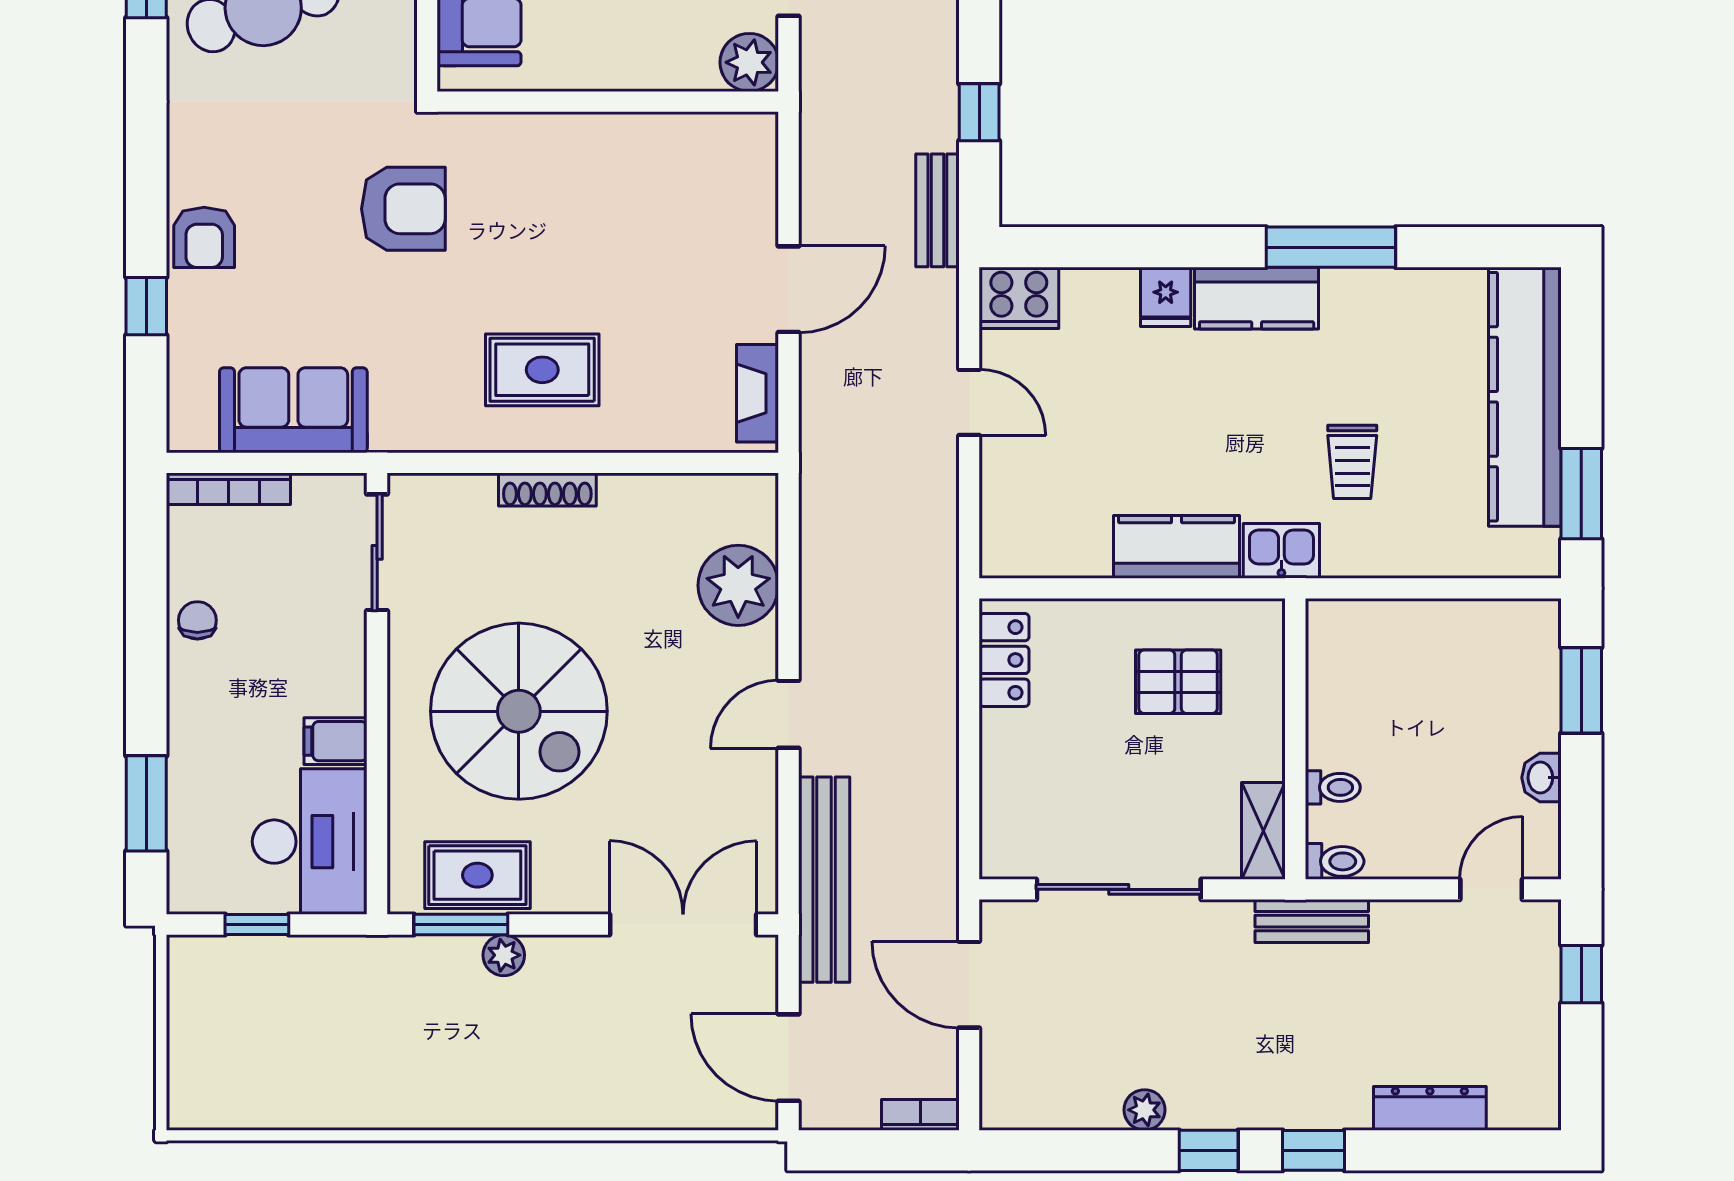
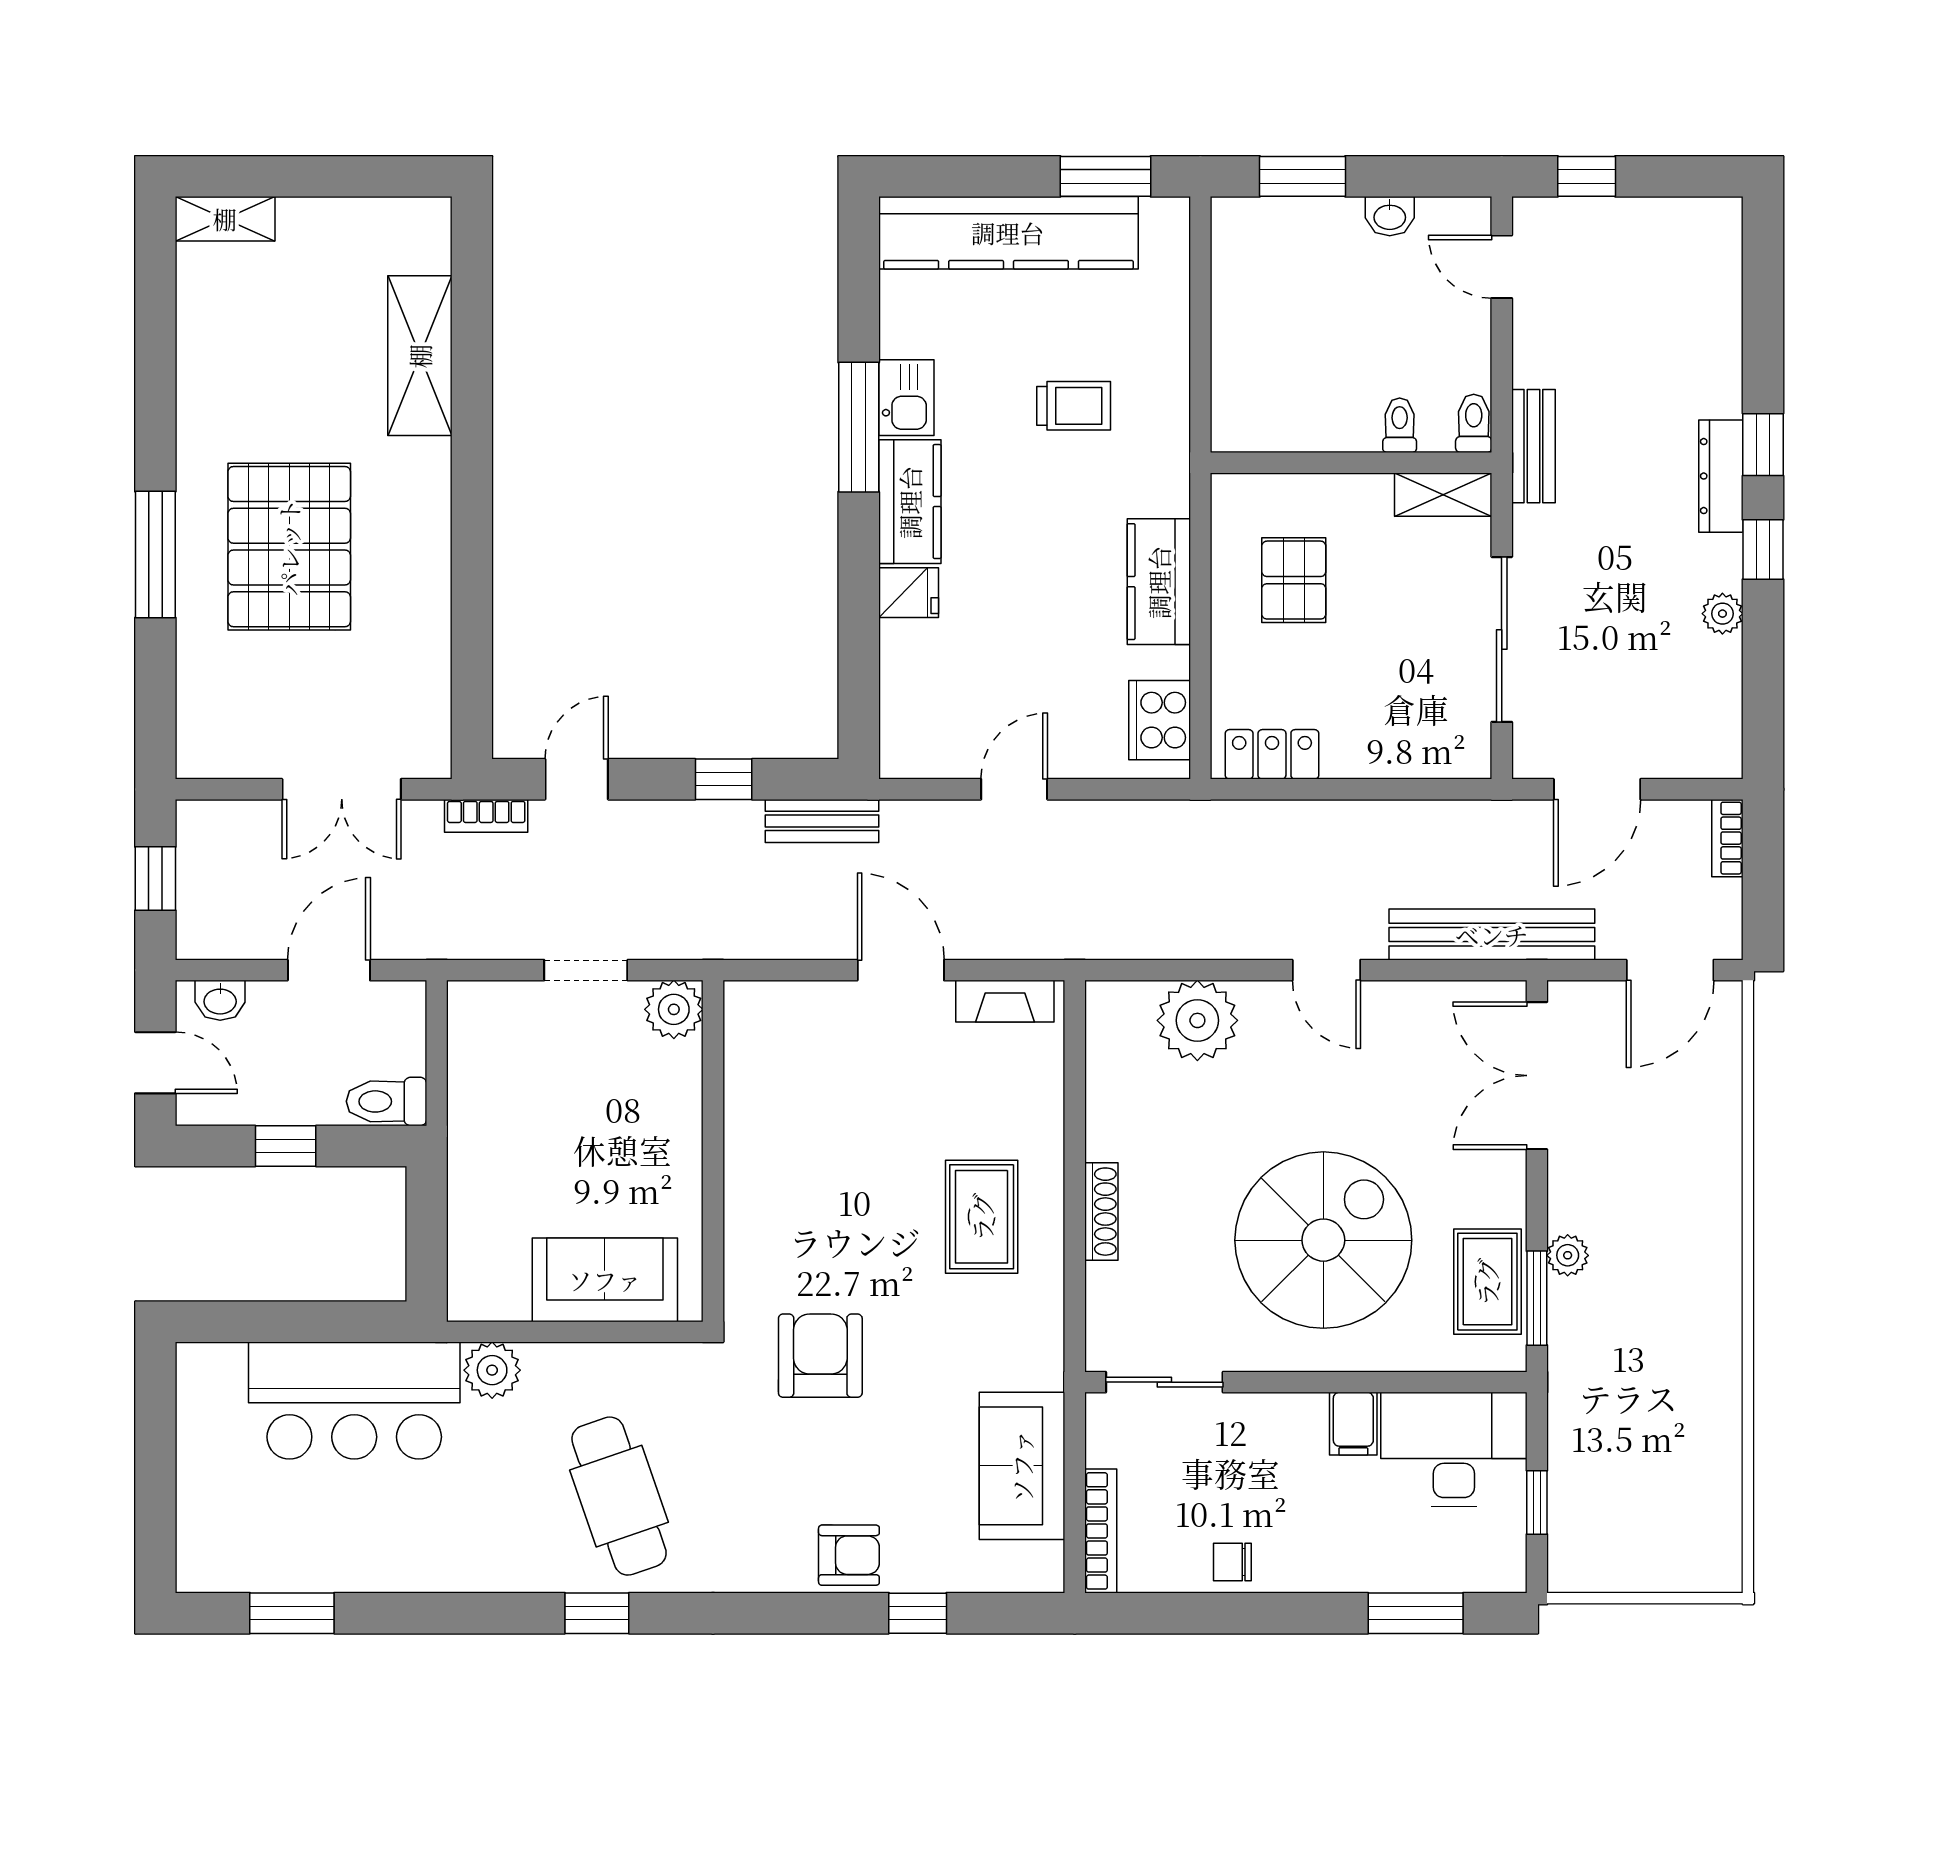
cooker: (1019, 298) -> (1160, 720), moved, turned 180
kitchen sink: (1281, 551) -> (906, 398), moved, turned 180
dresser: (1430, 1108) -> (1721, 476), moved

